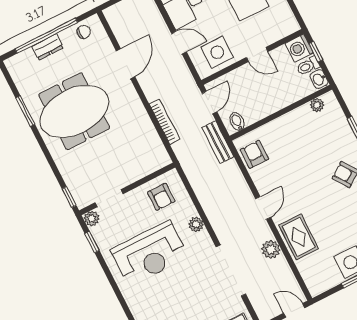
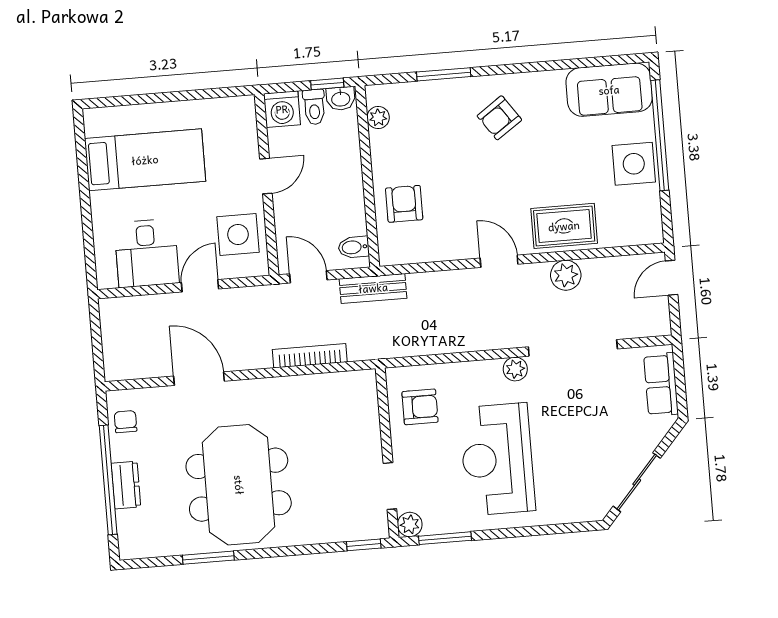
window: (316, 52) -> (327, 84), moved
armchair: (254, 154) -> (404, 204), moved, turned 90
plant: (196, 224) -> (515, 369), moved
window: (92, 242) -> (445, 538), width x1.50
reception desk: (149, 253) -> (497, 459), turned 180

